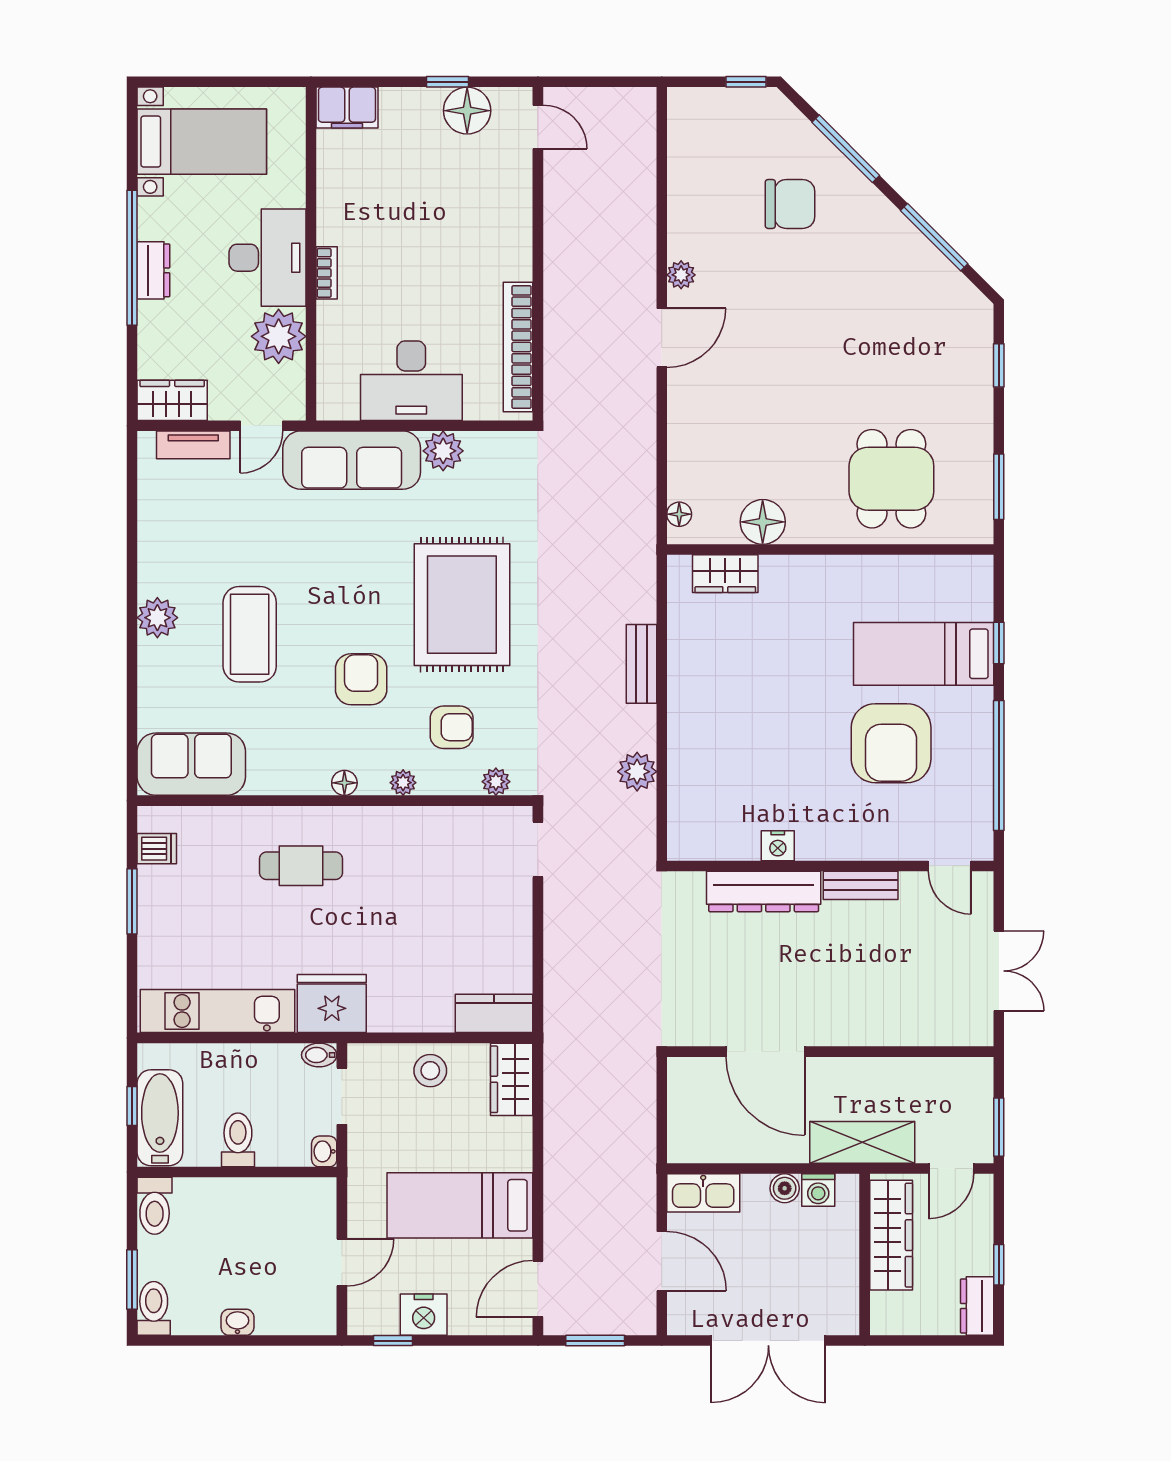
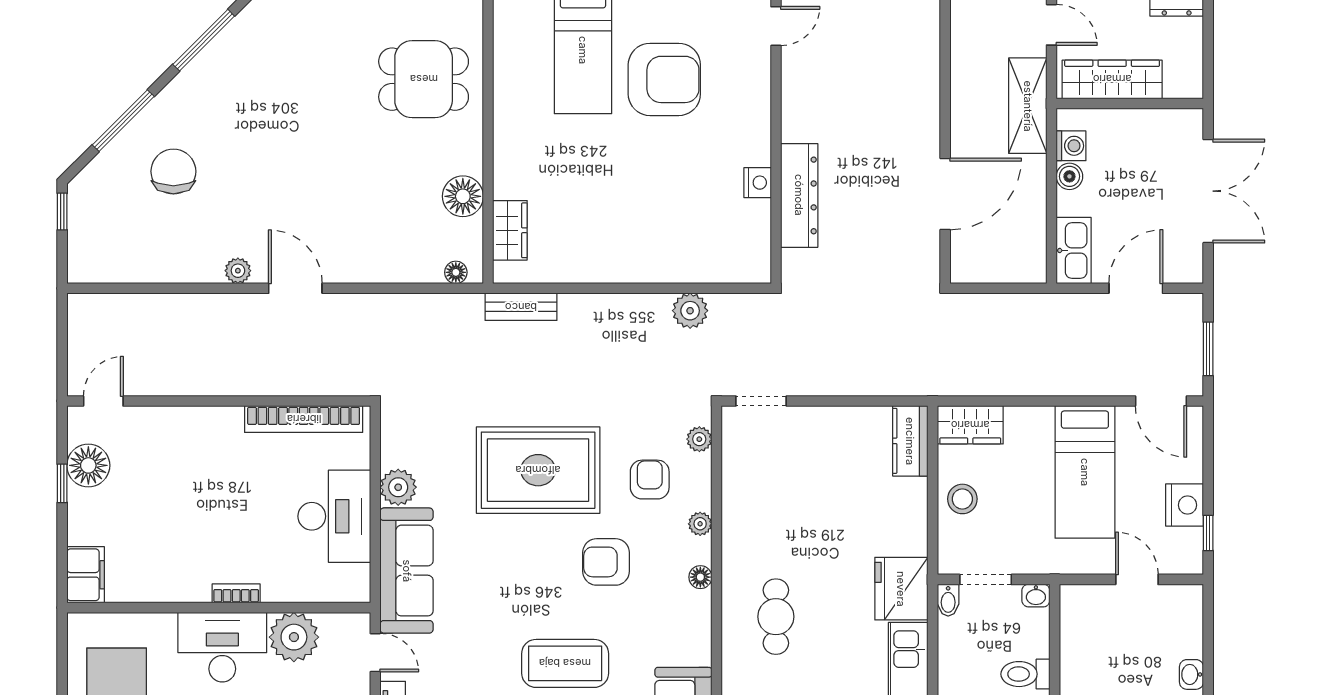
bench: (641, 664) -> (521, 307), moved
bench: (861, 885) -> (794, 107), removed

